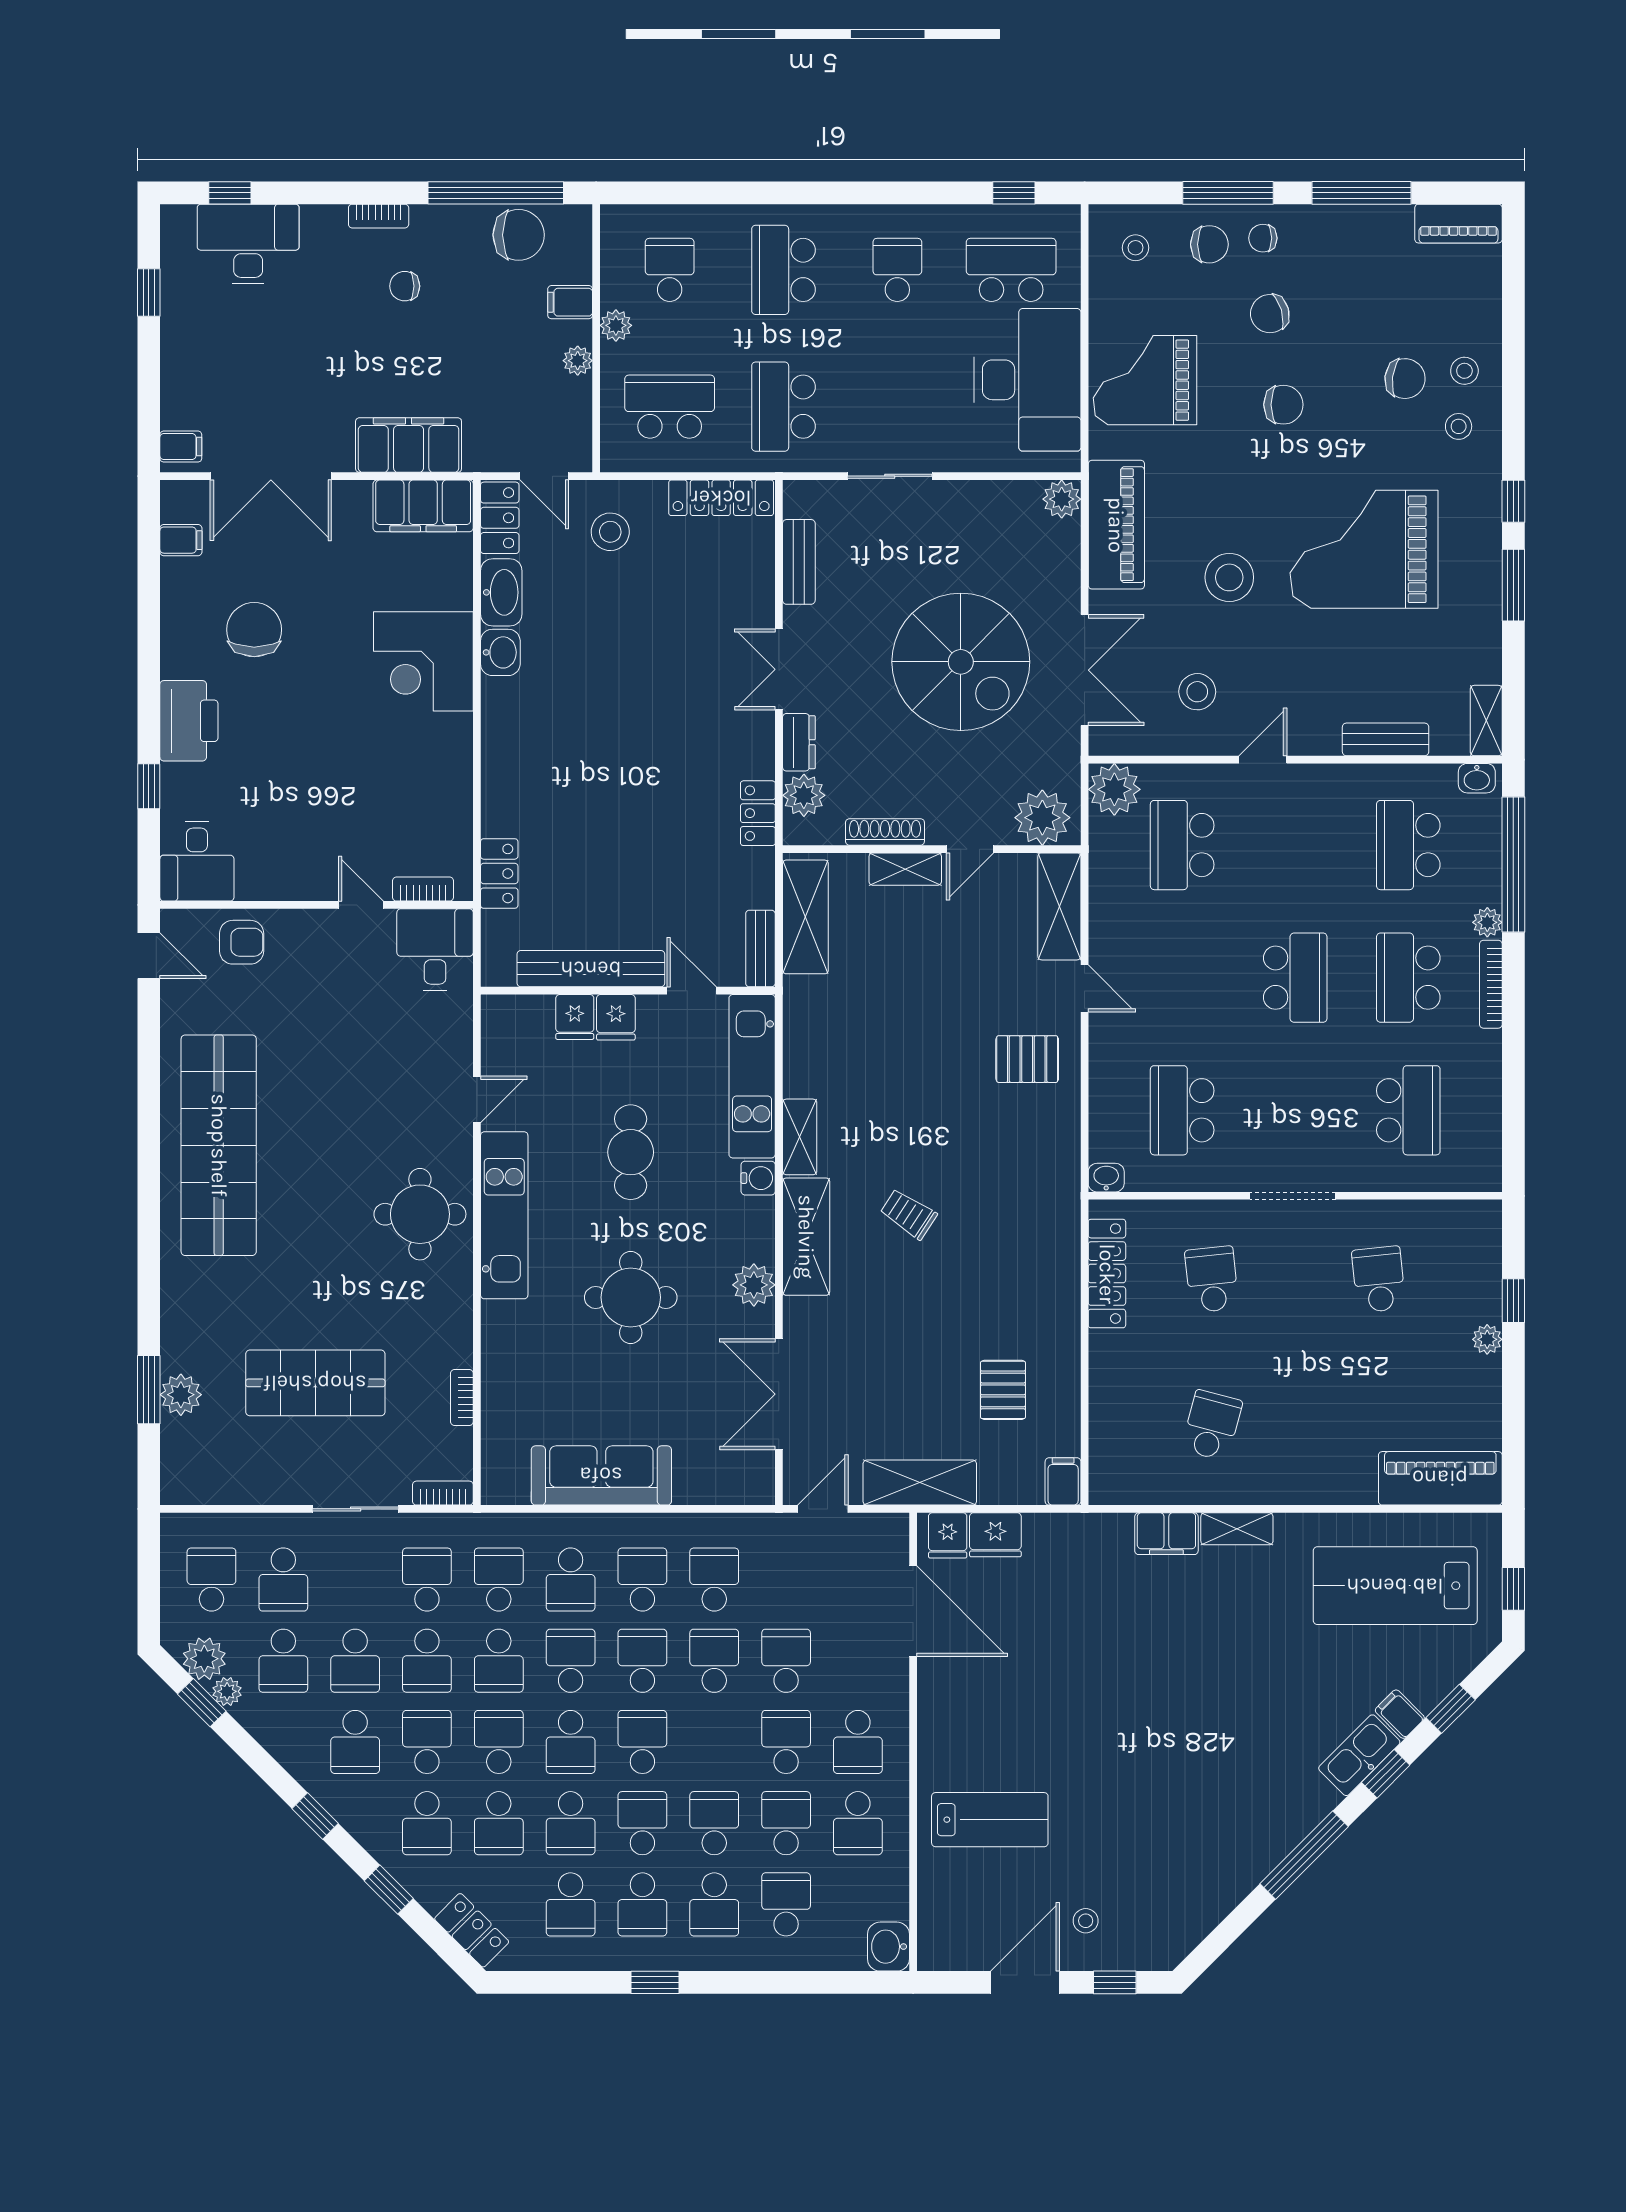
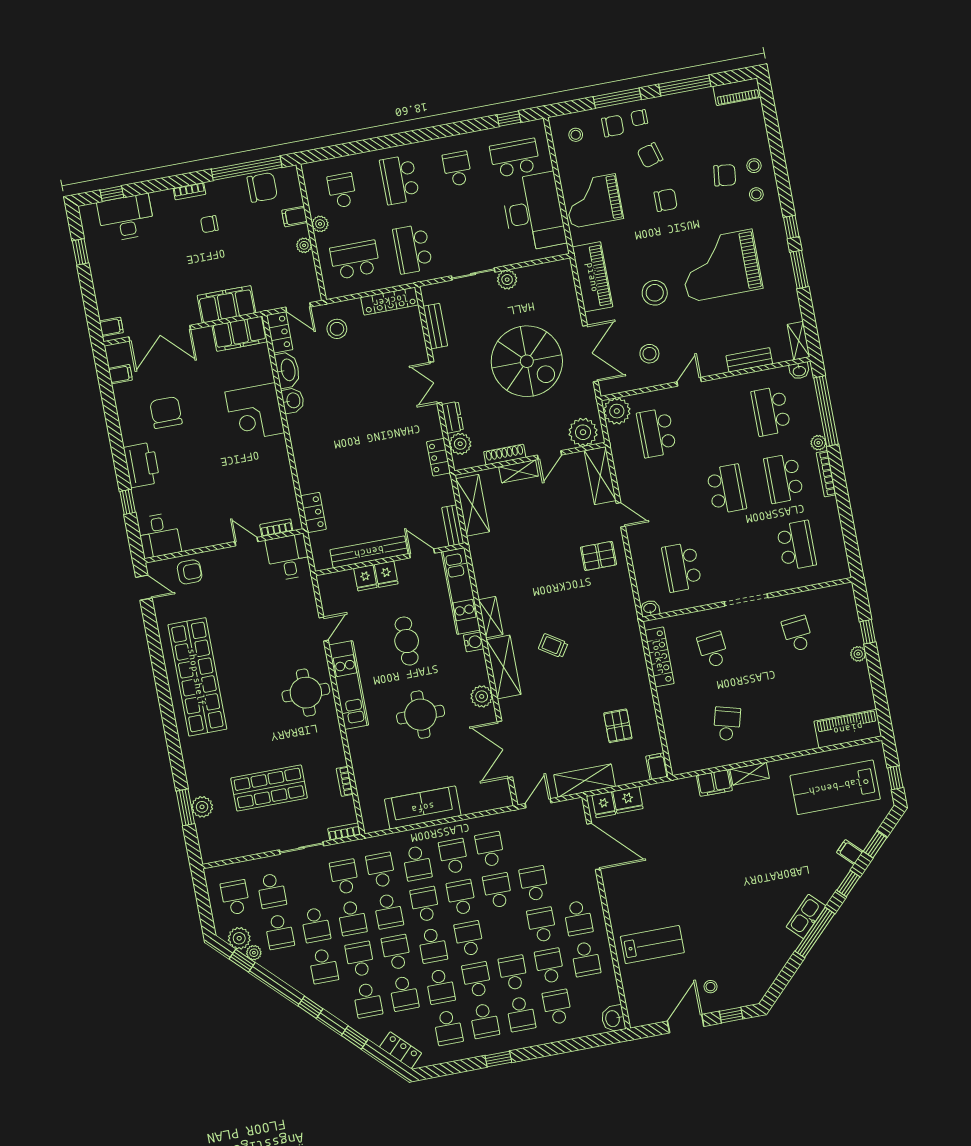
plant: (1062, 499) -> (507, 280), moved
kitchen sink: (1359, 1755) -> (806, 916), moved

